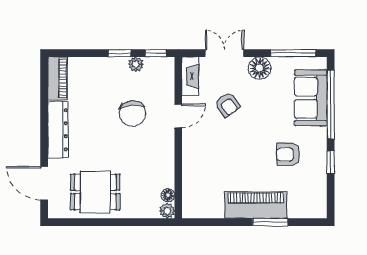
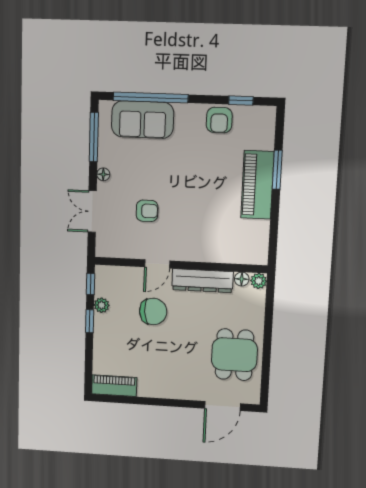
floor lamp: (259, 68) -> (103, 174), width x0.53, depth x0.53
fireplace: (190, 76) -> (116, 249), removed
armchair: (227, 105) -> (147, 211), turned 36
door: (178, 116) -> (157, 264), swing flipped
dresser: (58, 130) -> (202, 281), moved, turned 180
armchair: (288, 154) -> (219, 120), moved
window: (331, 162) -> (241, 101), moved

